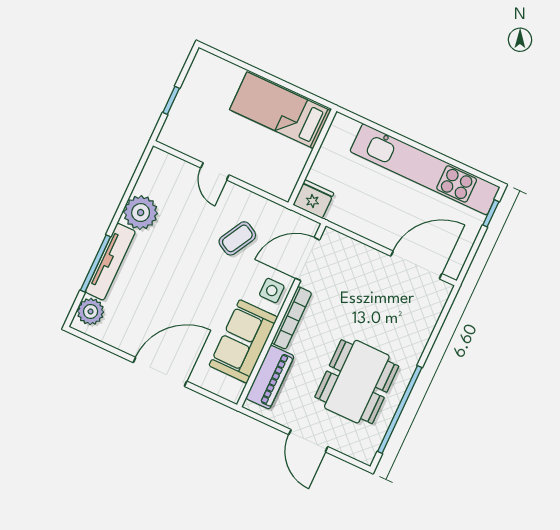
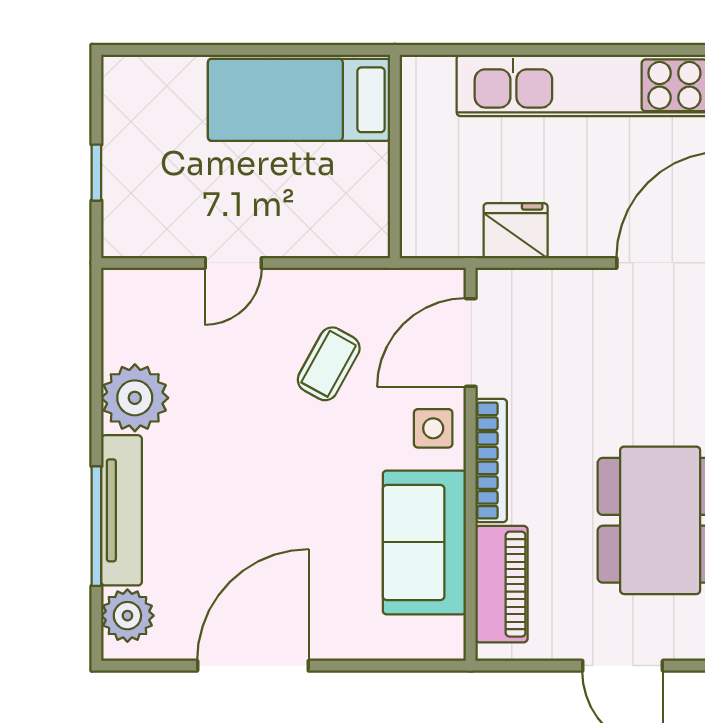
door: (215, 171) -> (233, 263), hinge flipped
fridge: (313, 199) -> (516, 231), moved
door: (160, 372) -> (253, 666), moved

